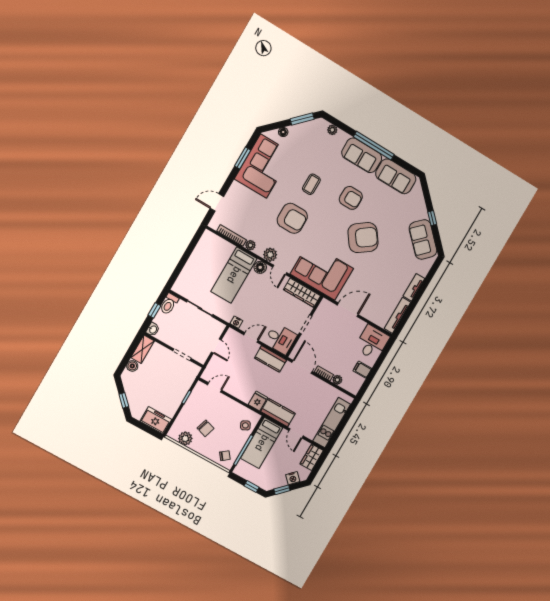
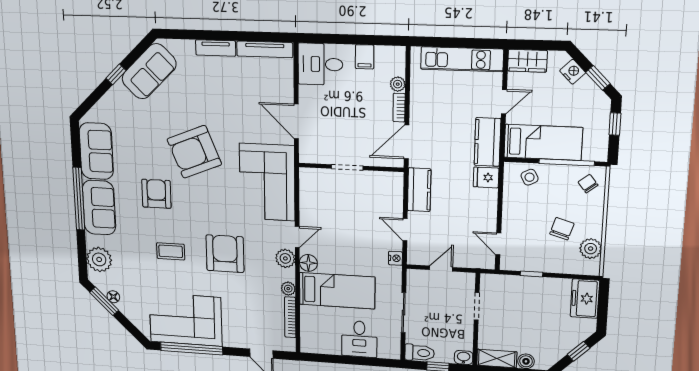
plant: (332, 130) -> (99, 259), width x1.88, depth x1.88
floor lamp: (283, 132) -> (113, 297), moved
window: (243, 158) -> (192, 349), width x2.11
armchair: (363, 238) -> (194, 152), turned -76
wardrobe: (302, 293) -> (309, 193), removed
desk: (280, 339) -> (359, 339), moved, turned 180

